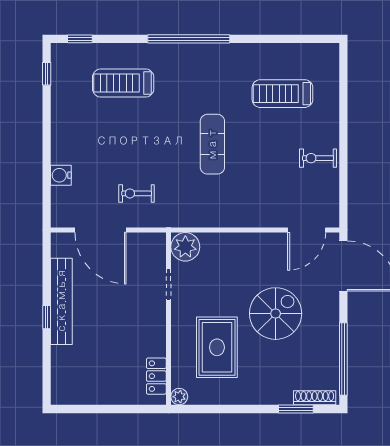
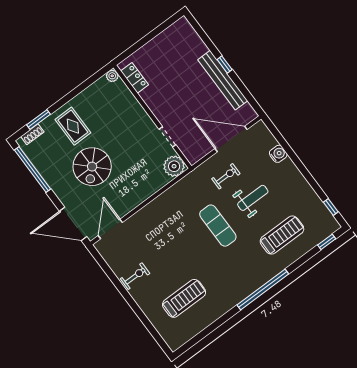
exercise mat: (212, 144) -> (218, 226), moved
weight bench: (125, 148) -> (253, 198), added
rug: (217, 347) -> (73, 126), moved, width x0.73, depth x0.70
shoe rack: (315, 398) -> (32, 134), width x0.70

